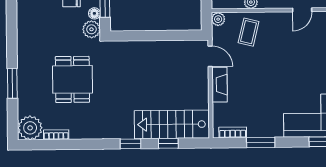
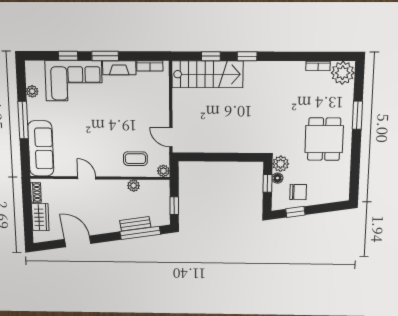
door: (302, 10) -> (87, 178), hinge flipped
coffee table: (249, 32) -> (135, 159), turned 76
dining table: (72, 79) -> (324, 139), moved
fireplace: (220, 85) -> (119, 68), moved, turned -90
window: (261, 142) -> (105, 56), moved

